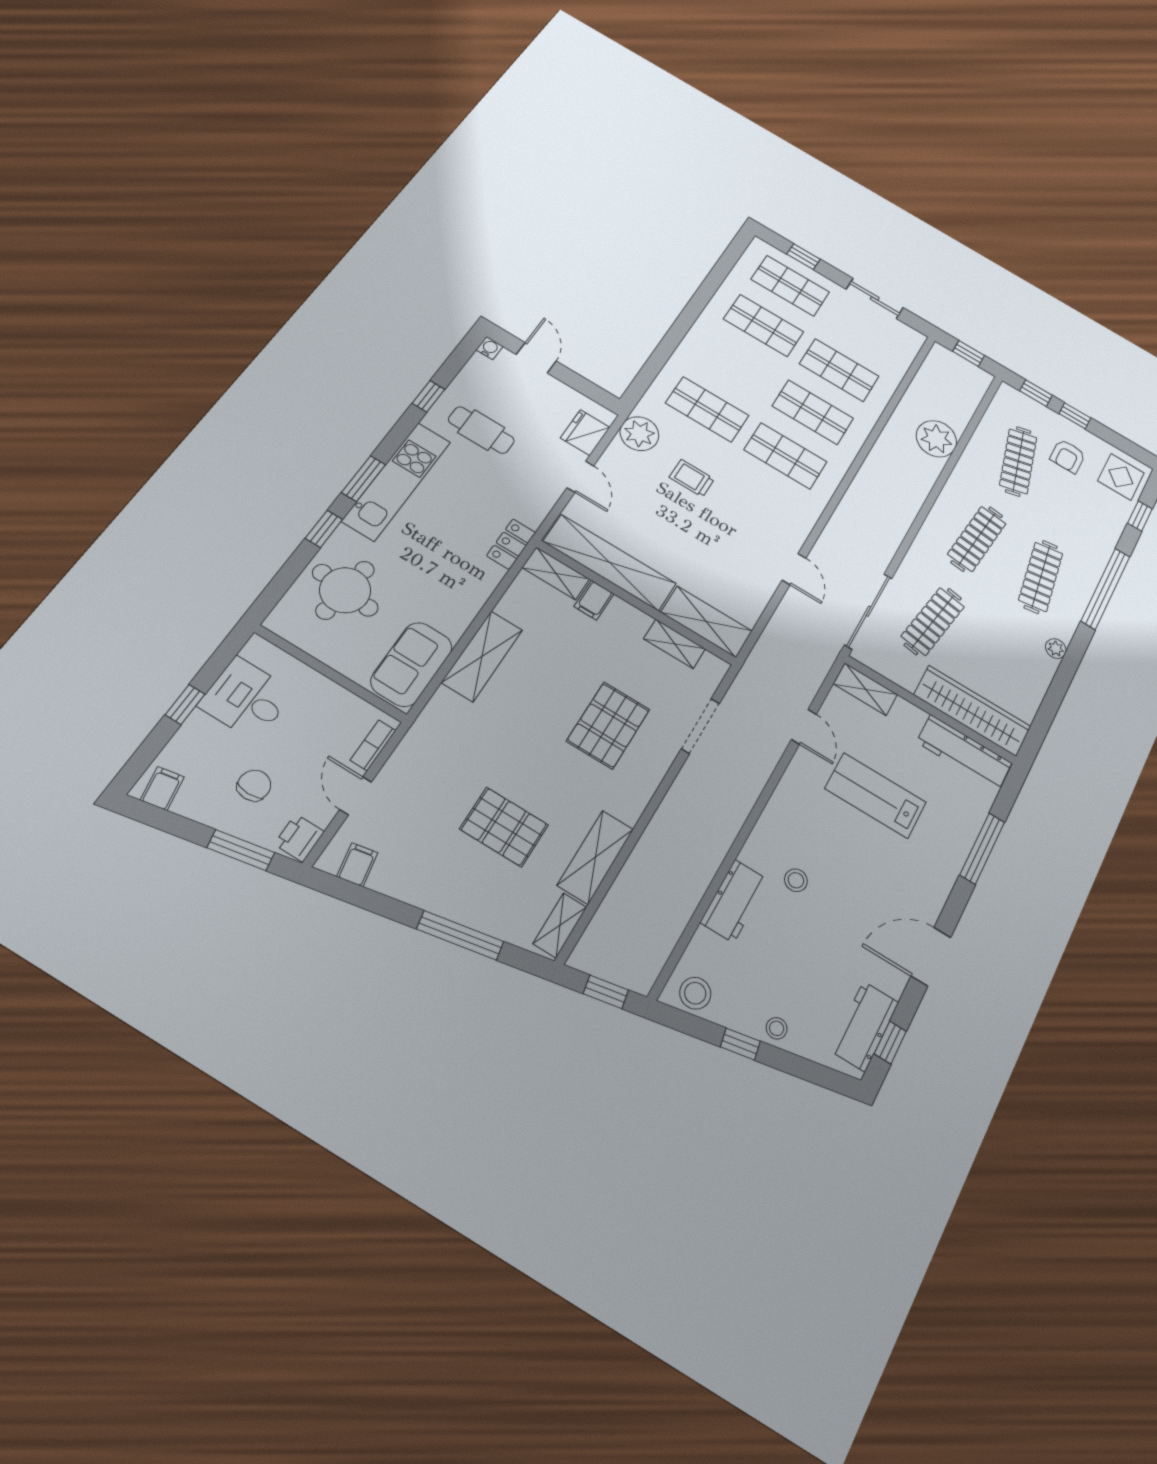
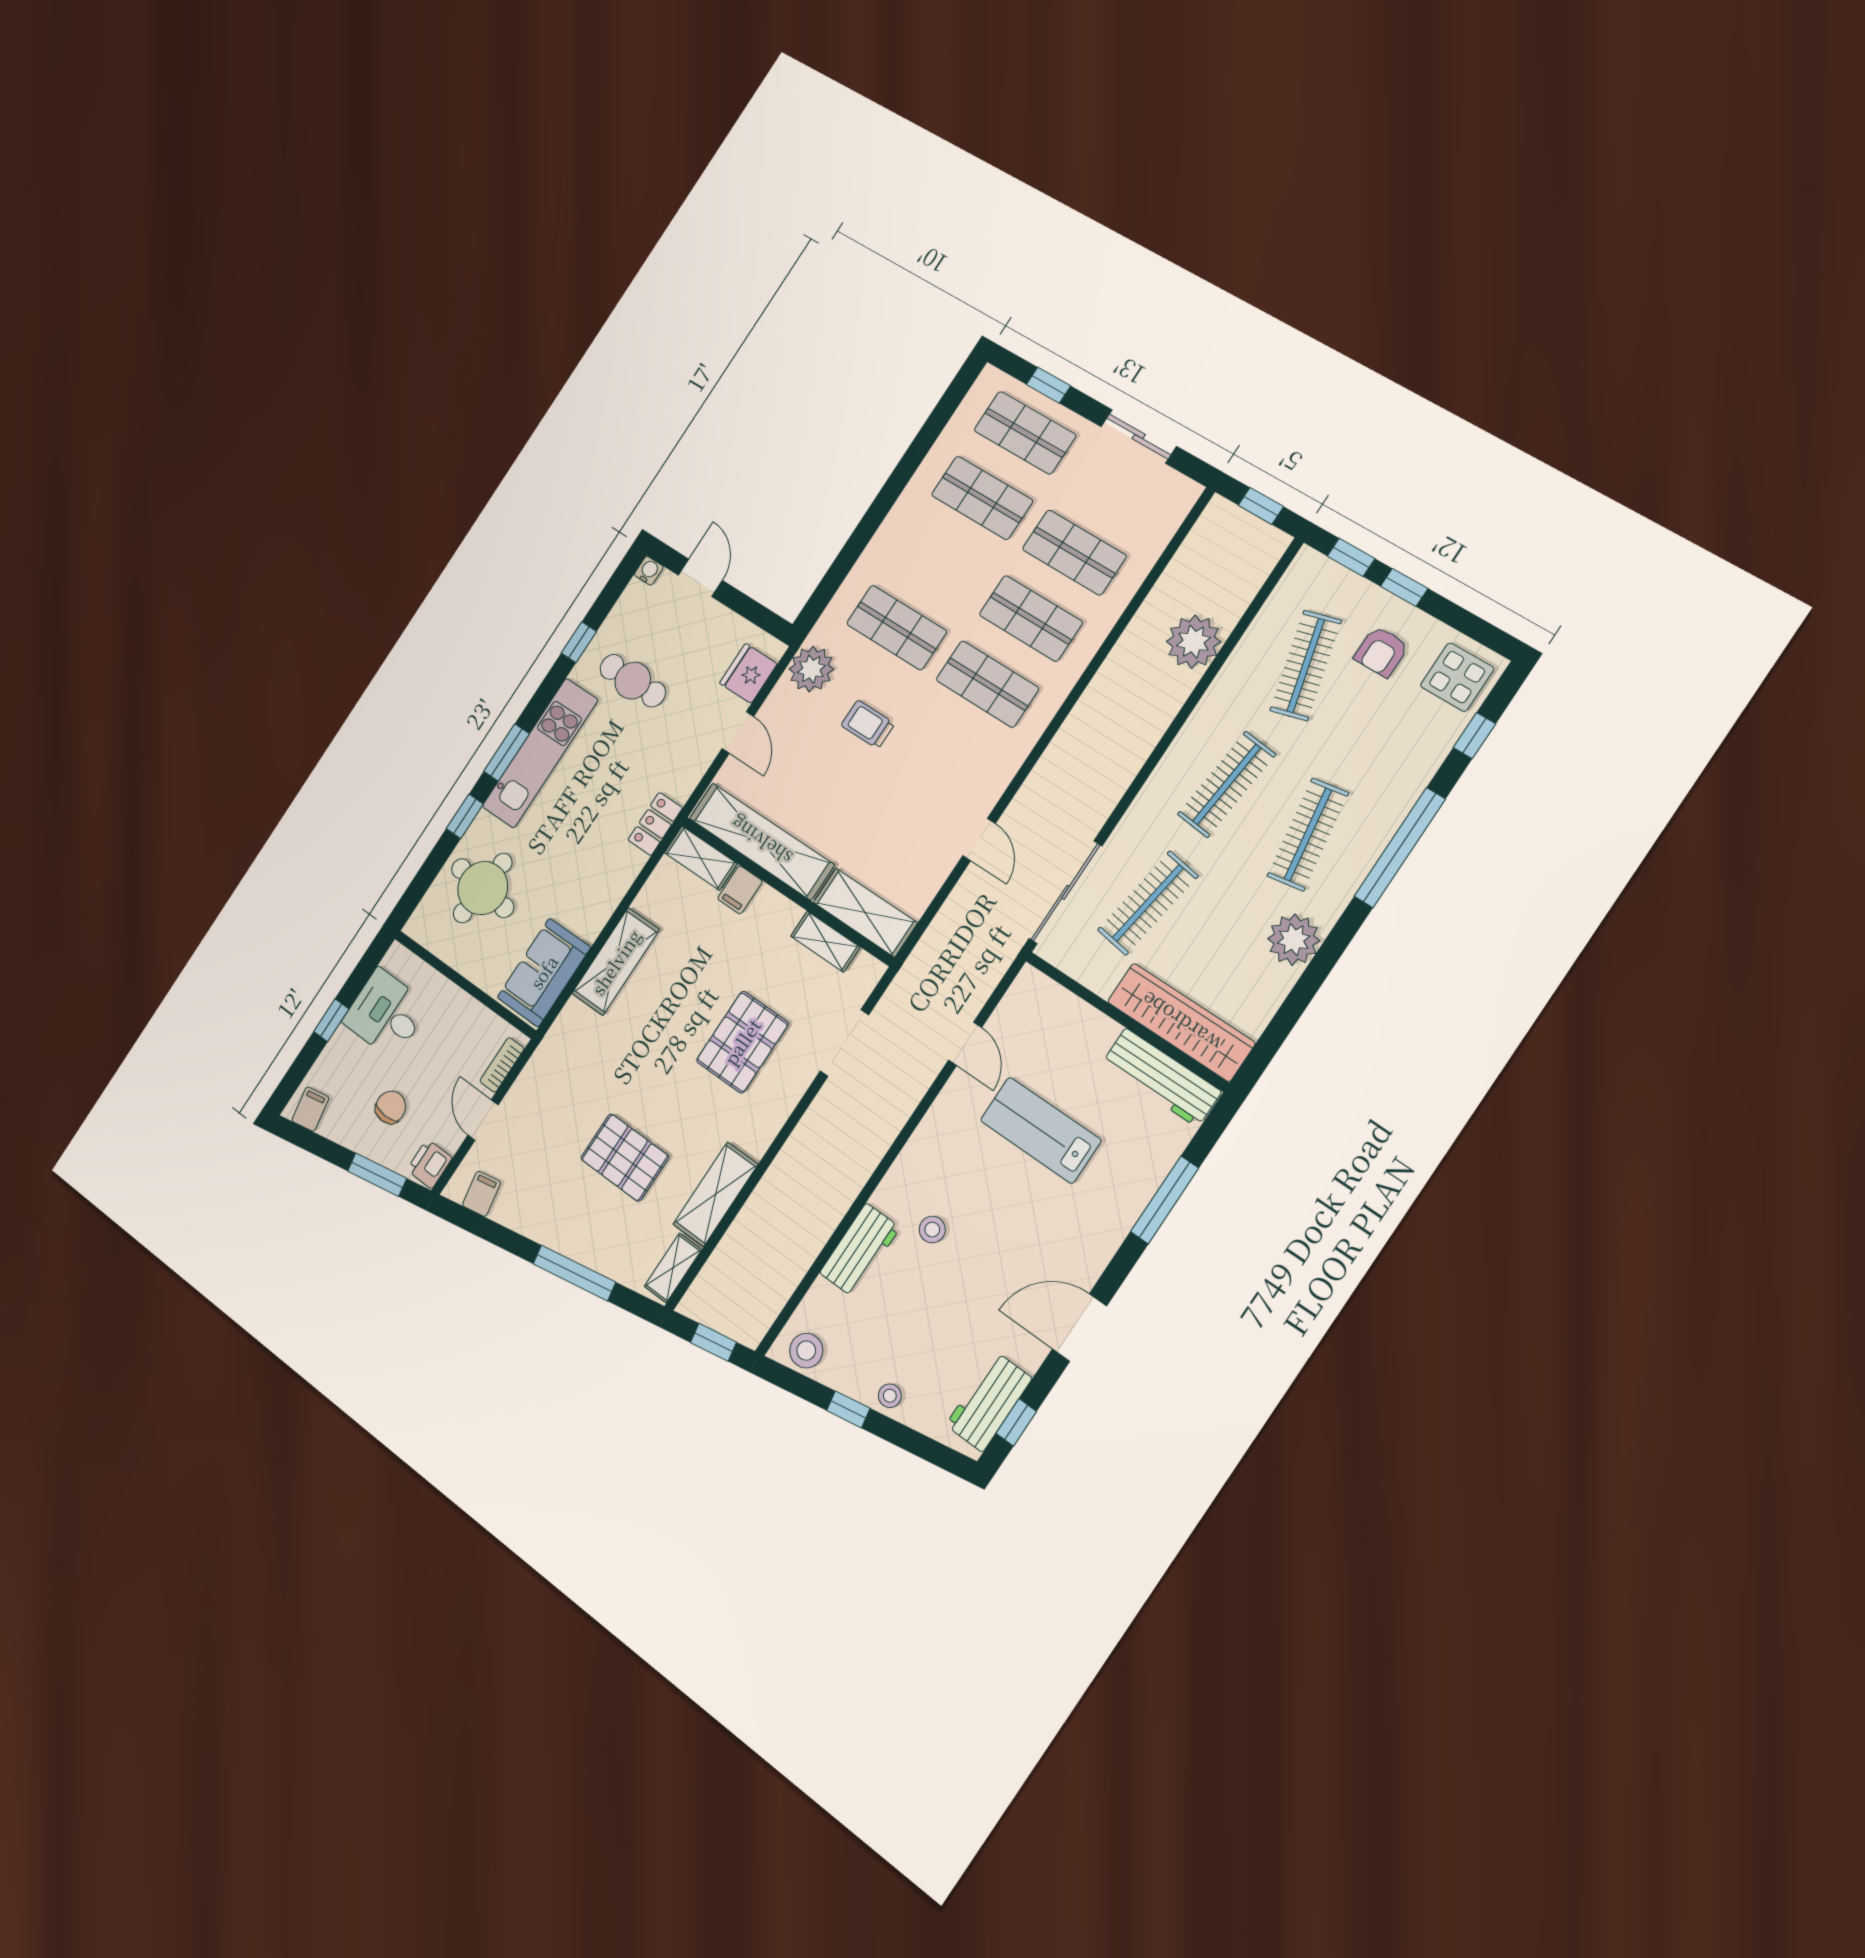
plant: (1056, 649) -> (1294, 940), width x1.88, depth x1.88
shelving: (866, 689) -> (1047, 995), removed

